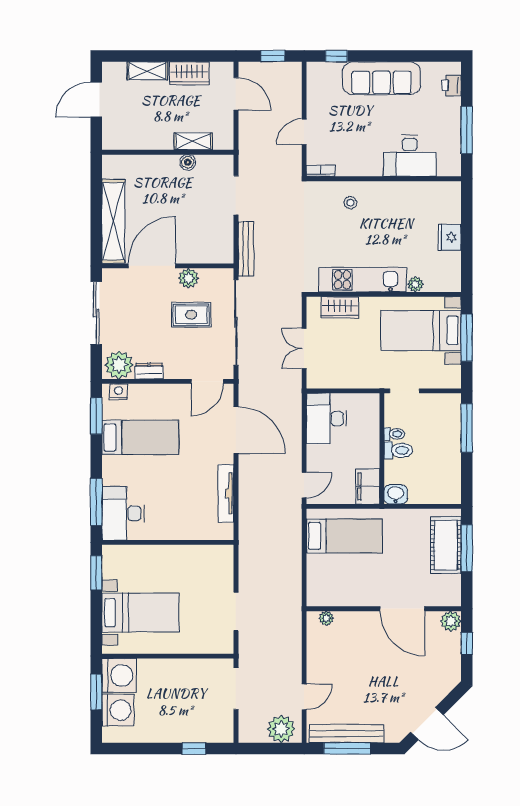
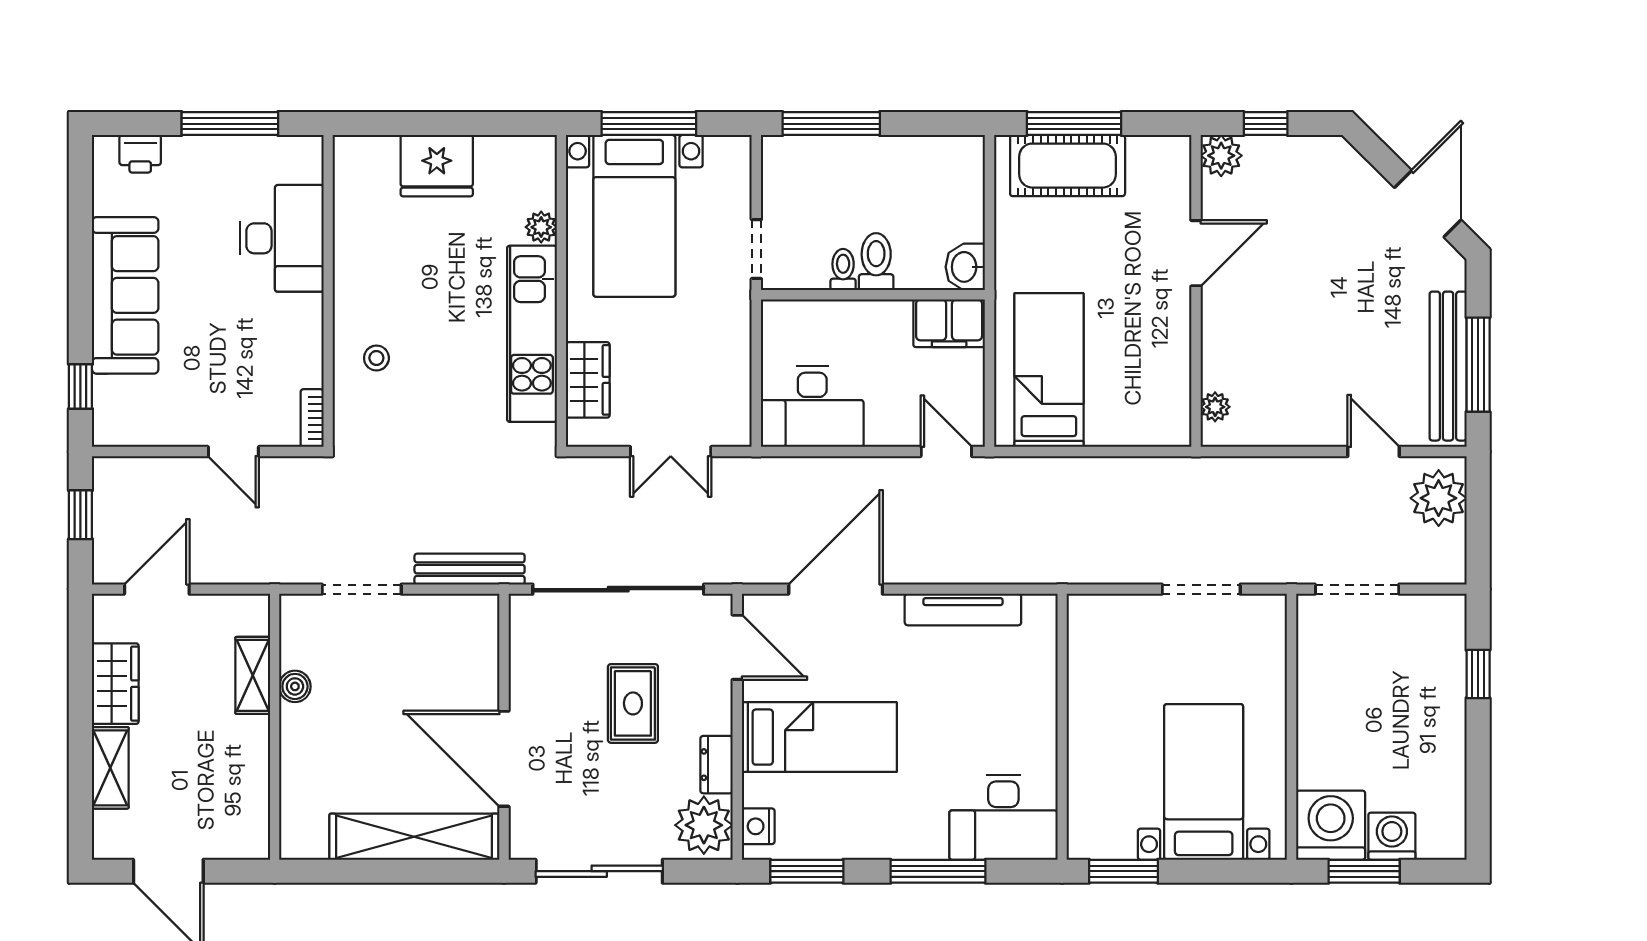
fridge: (450, 237) -> (437, 166), width x1.36, depth x1.34
plant: (188, 278) -> (529, 685), removed
rug: (191, 315) -> (633, 703), moved
bed: (140, 437) -> (819, 737), moved, turned 90
window: (96, 502) -> (938, 871), moved
door: (402, 609) -> (1196, 253), width x0.73
washing machine: (118, 710) -> (1392, 836), width x0.73, depth x0.73

